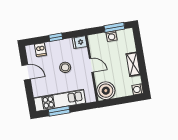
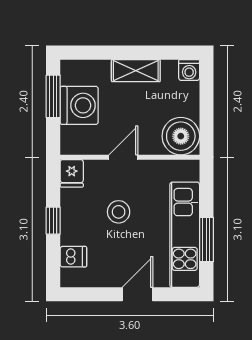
washing machine: (112, 36) -> (79, 105), width x1.89, depth x1.89
door: (26, 72) -> (137, 294), moved

